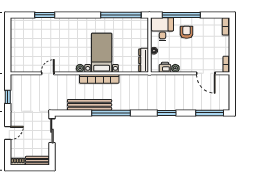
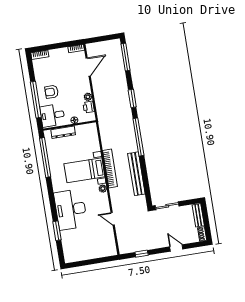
desk: (64, 32) -> (71, 209), added
dresser: (144, 60) -> (63, 132), moved
window: (111, 113) -> (138, 137), moved

